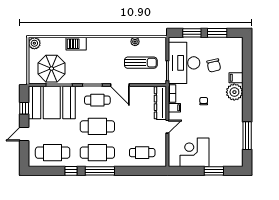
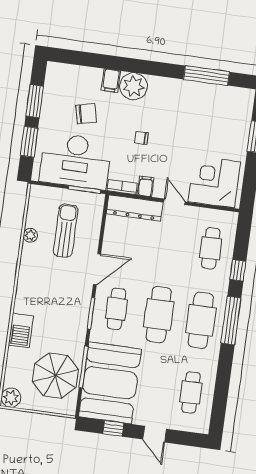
corner desk: (194, 152) -> (214, 182), moved, turned 90
cafe table: (53, 153) -> (191, 392), width x0.73, depth x0.74
window: (71, 171) -> (238, 270), moved

